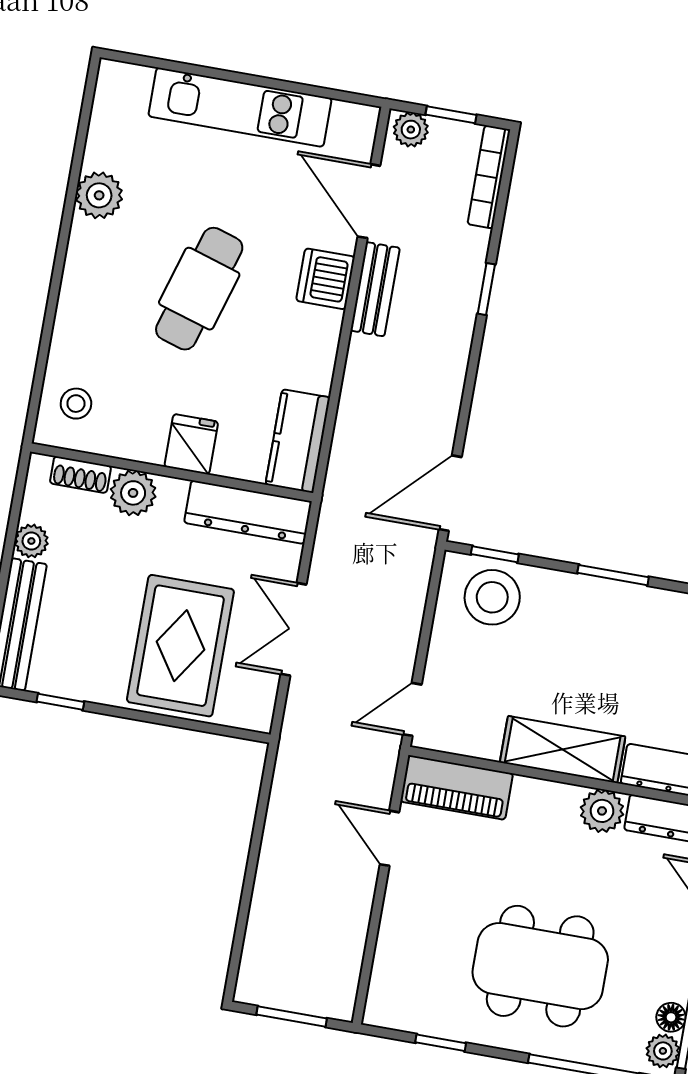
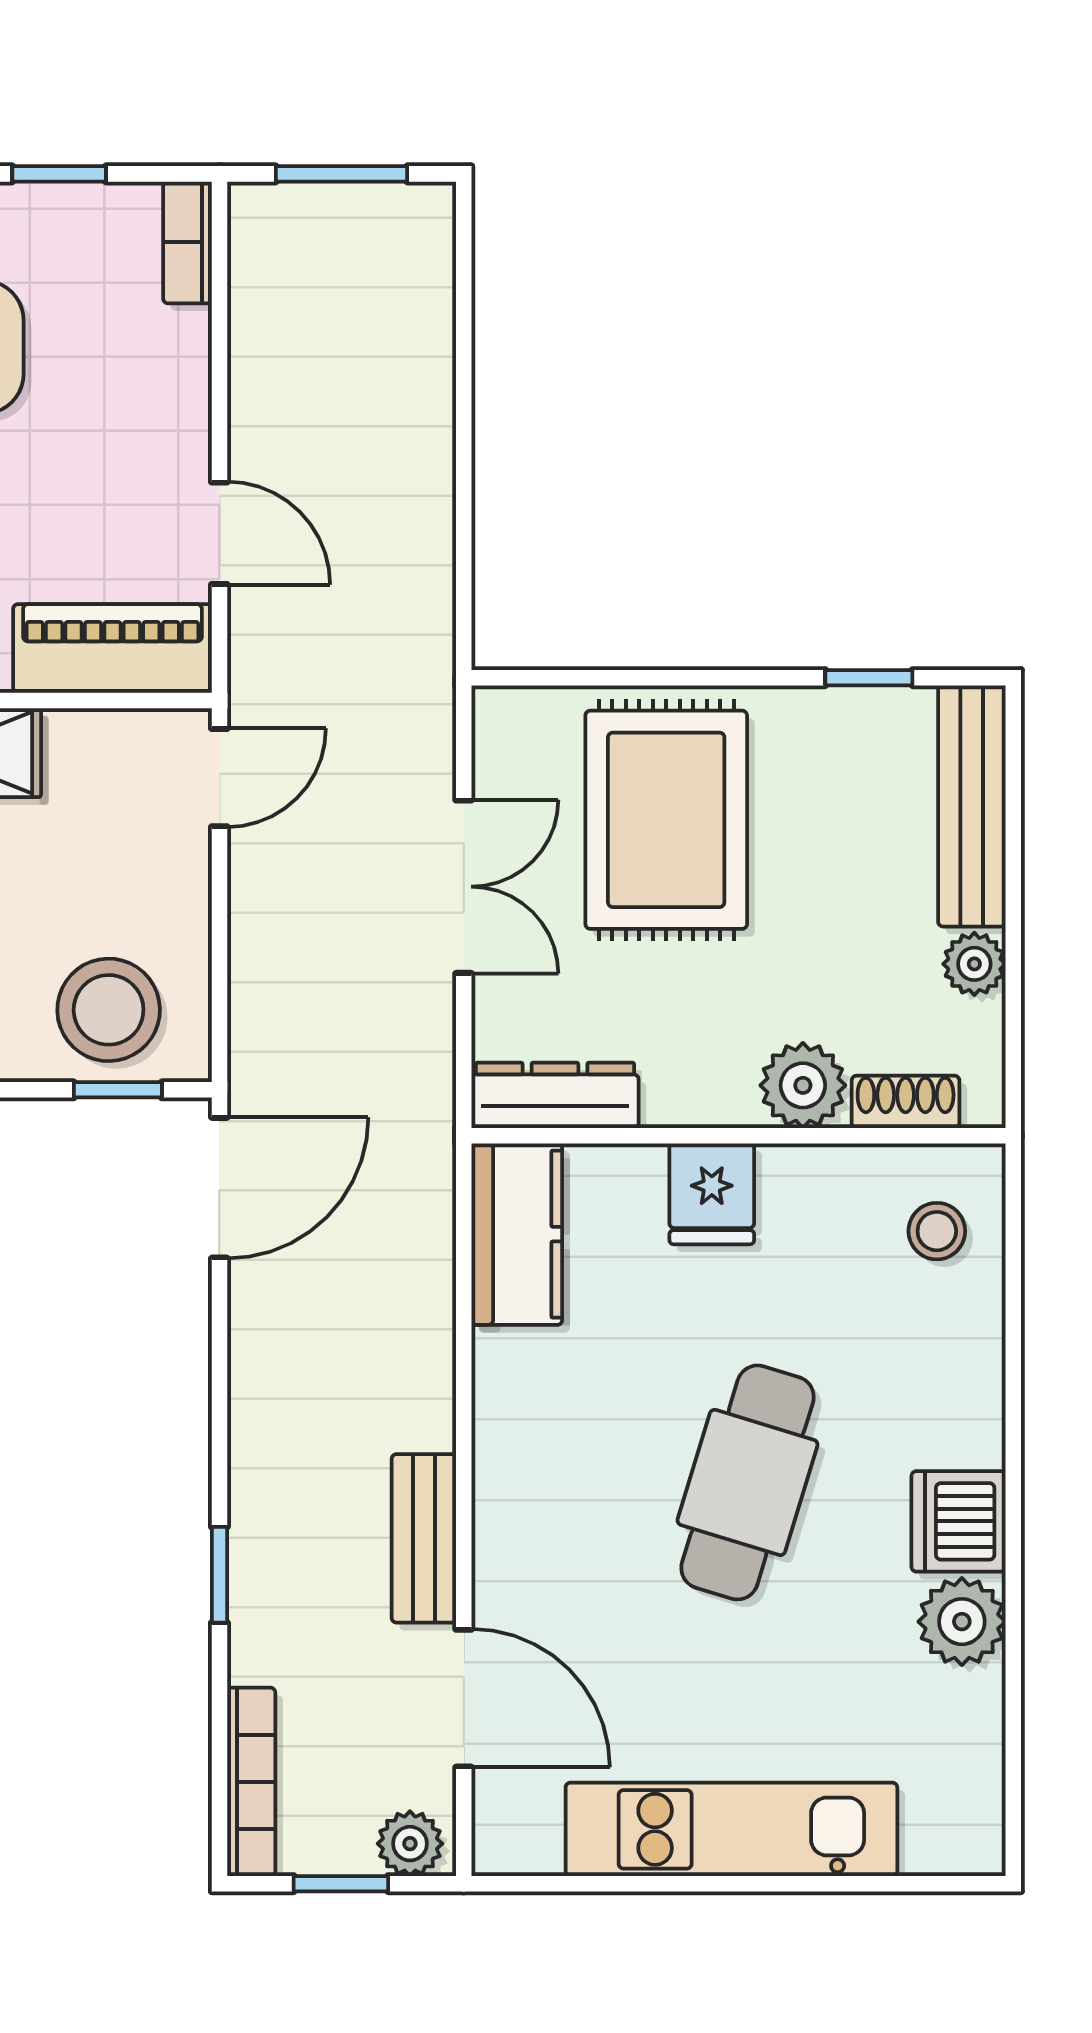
dishwasher: (326, 279) -> (959, 1521), moved, turned 180
dresser: (248, 512) -> (555, 1095), width x0.73, depth x0.80
bookcase: (379, 995) -> (187, 242), added

